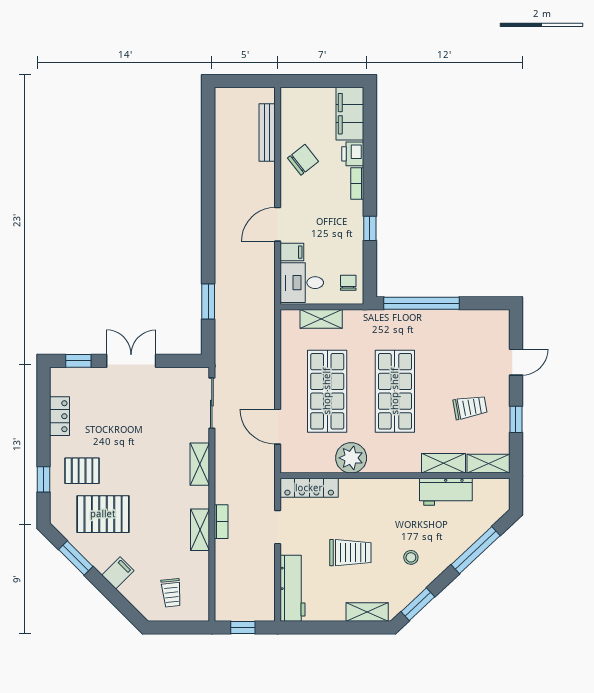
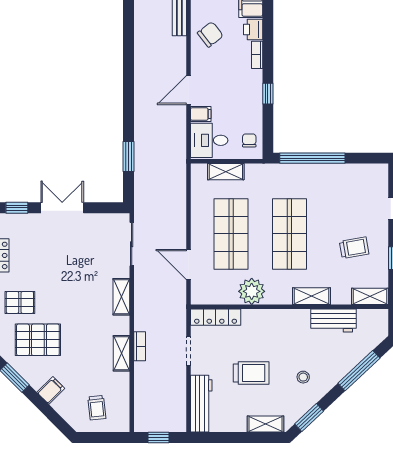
shelving: (444, 463) -> (311, 296), moved

